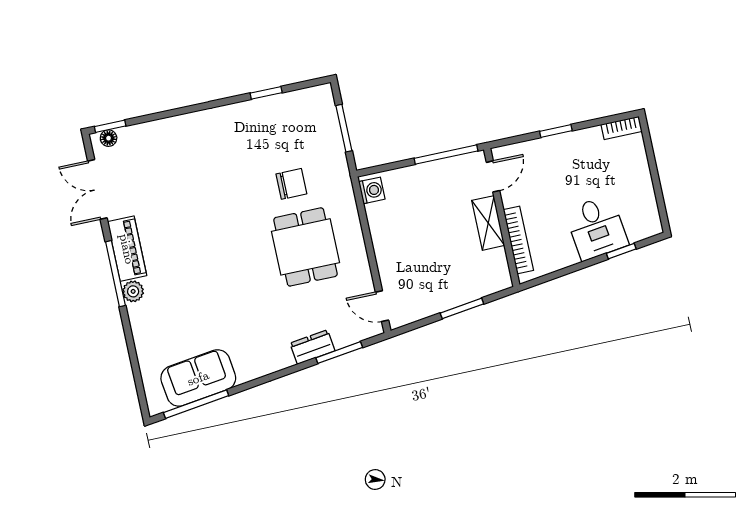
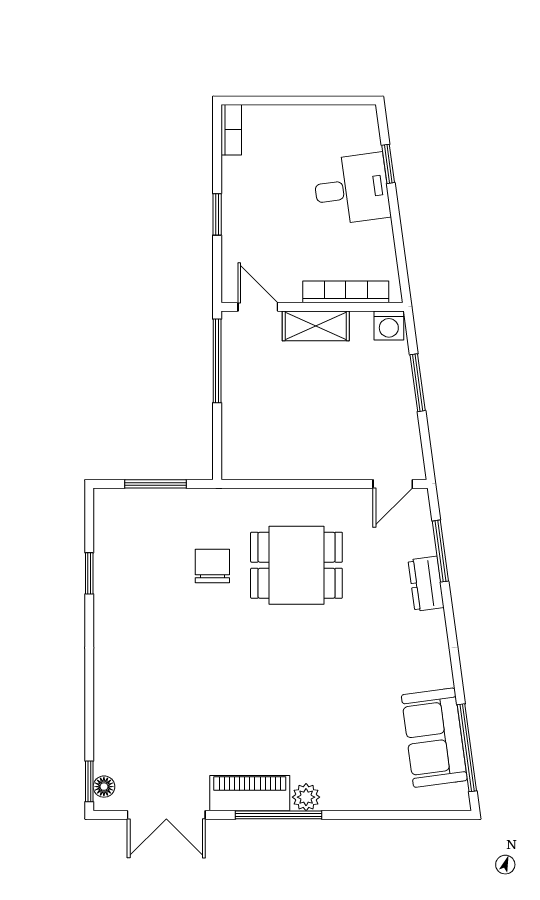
washing machine: (372, 190) -> (389, 326), moved, turned 180

